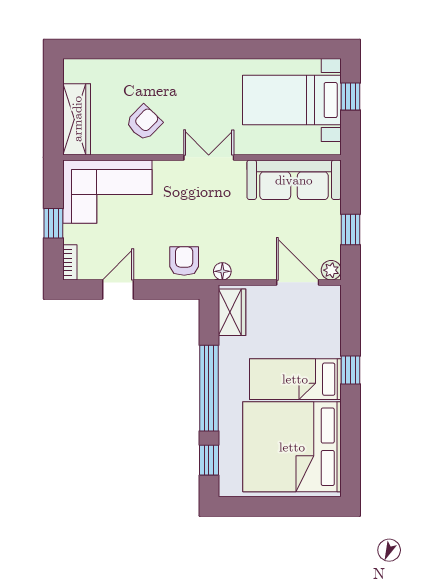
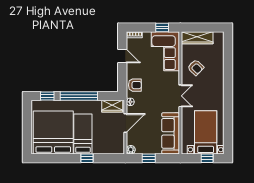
window: (53, 223) -> (162, 28), moved
door: (298, 282) -> (125, 123), moved

